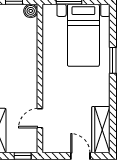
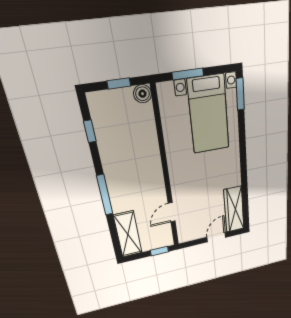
window: (113, 60) -> (240, 94), moved
door: (80, 156) -> (216, 237), hinge flipped

